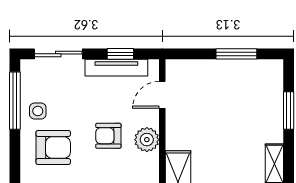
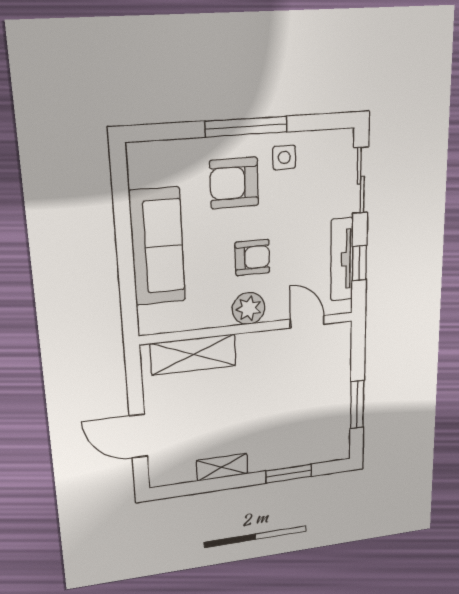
window: (15, 101) -> (246, 127), moved
armchair: (108, 136) -> (252, 258), turned 90
armchair: (53, 147) -> (234, 183), turned 90

